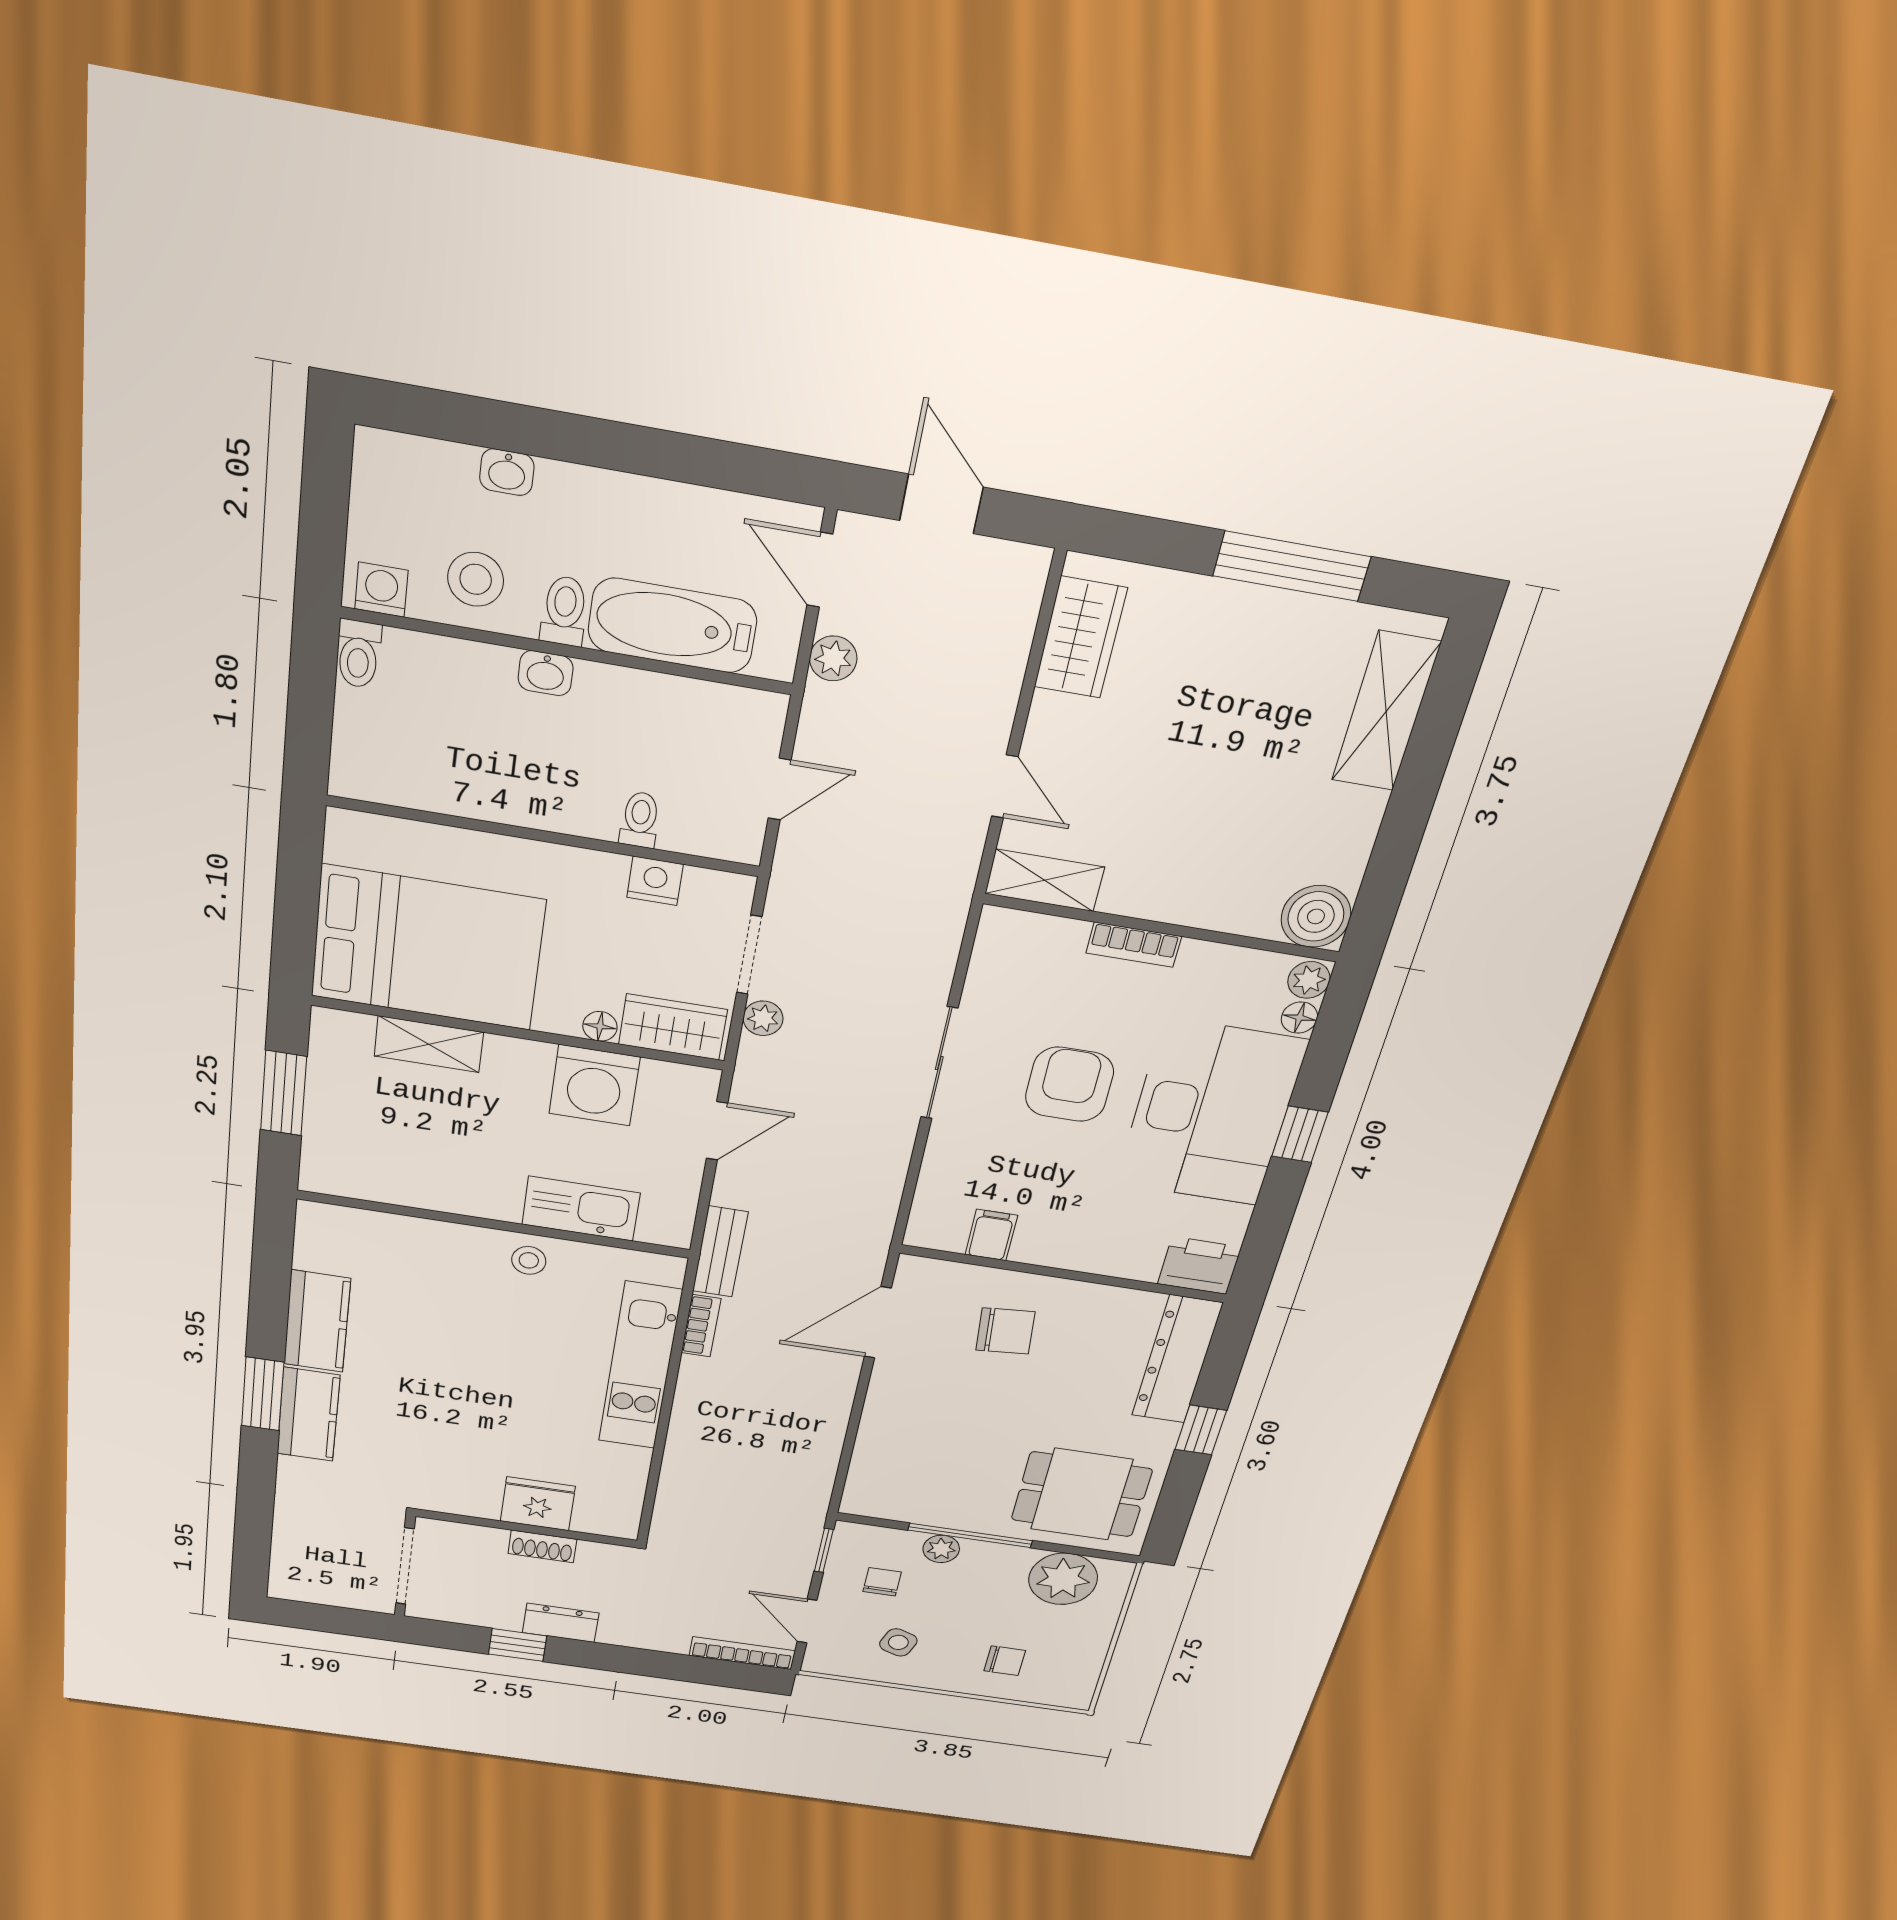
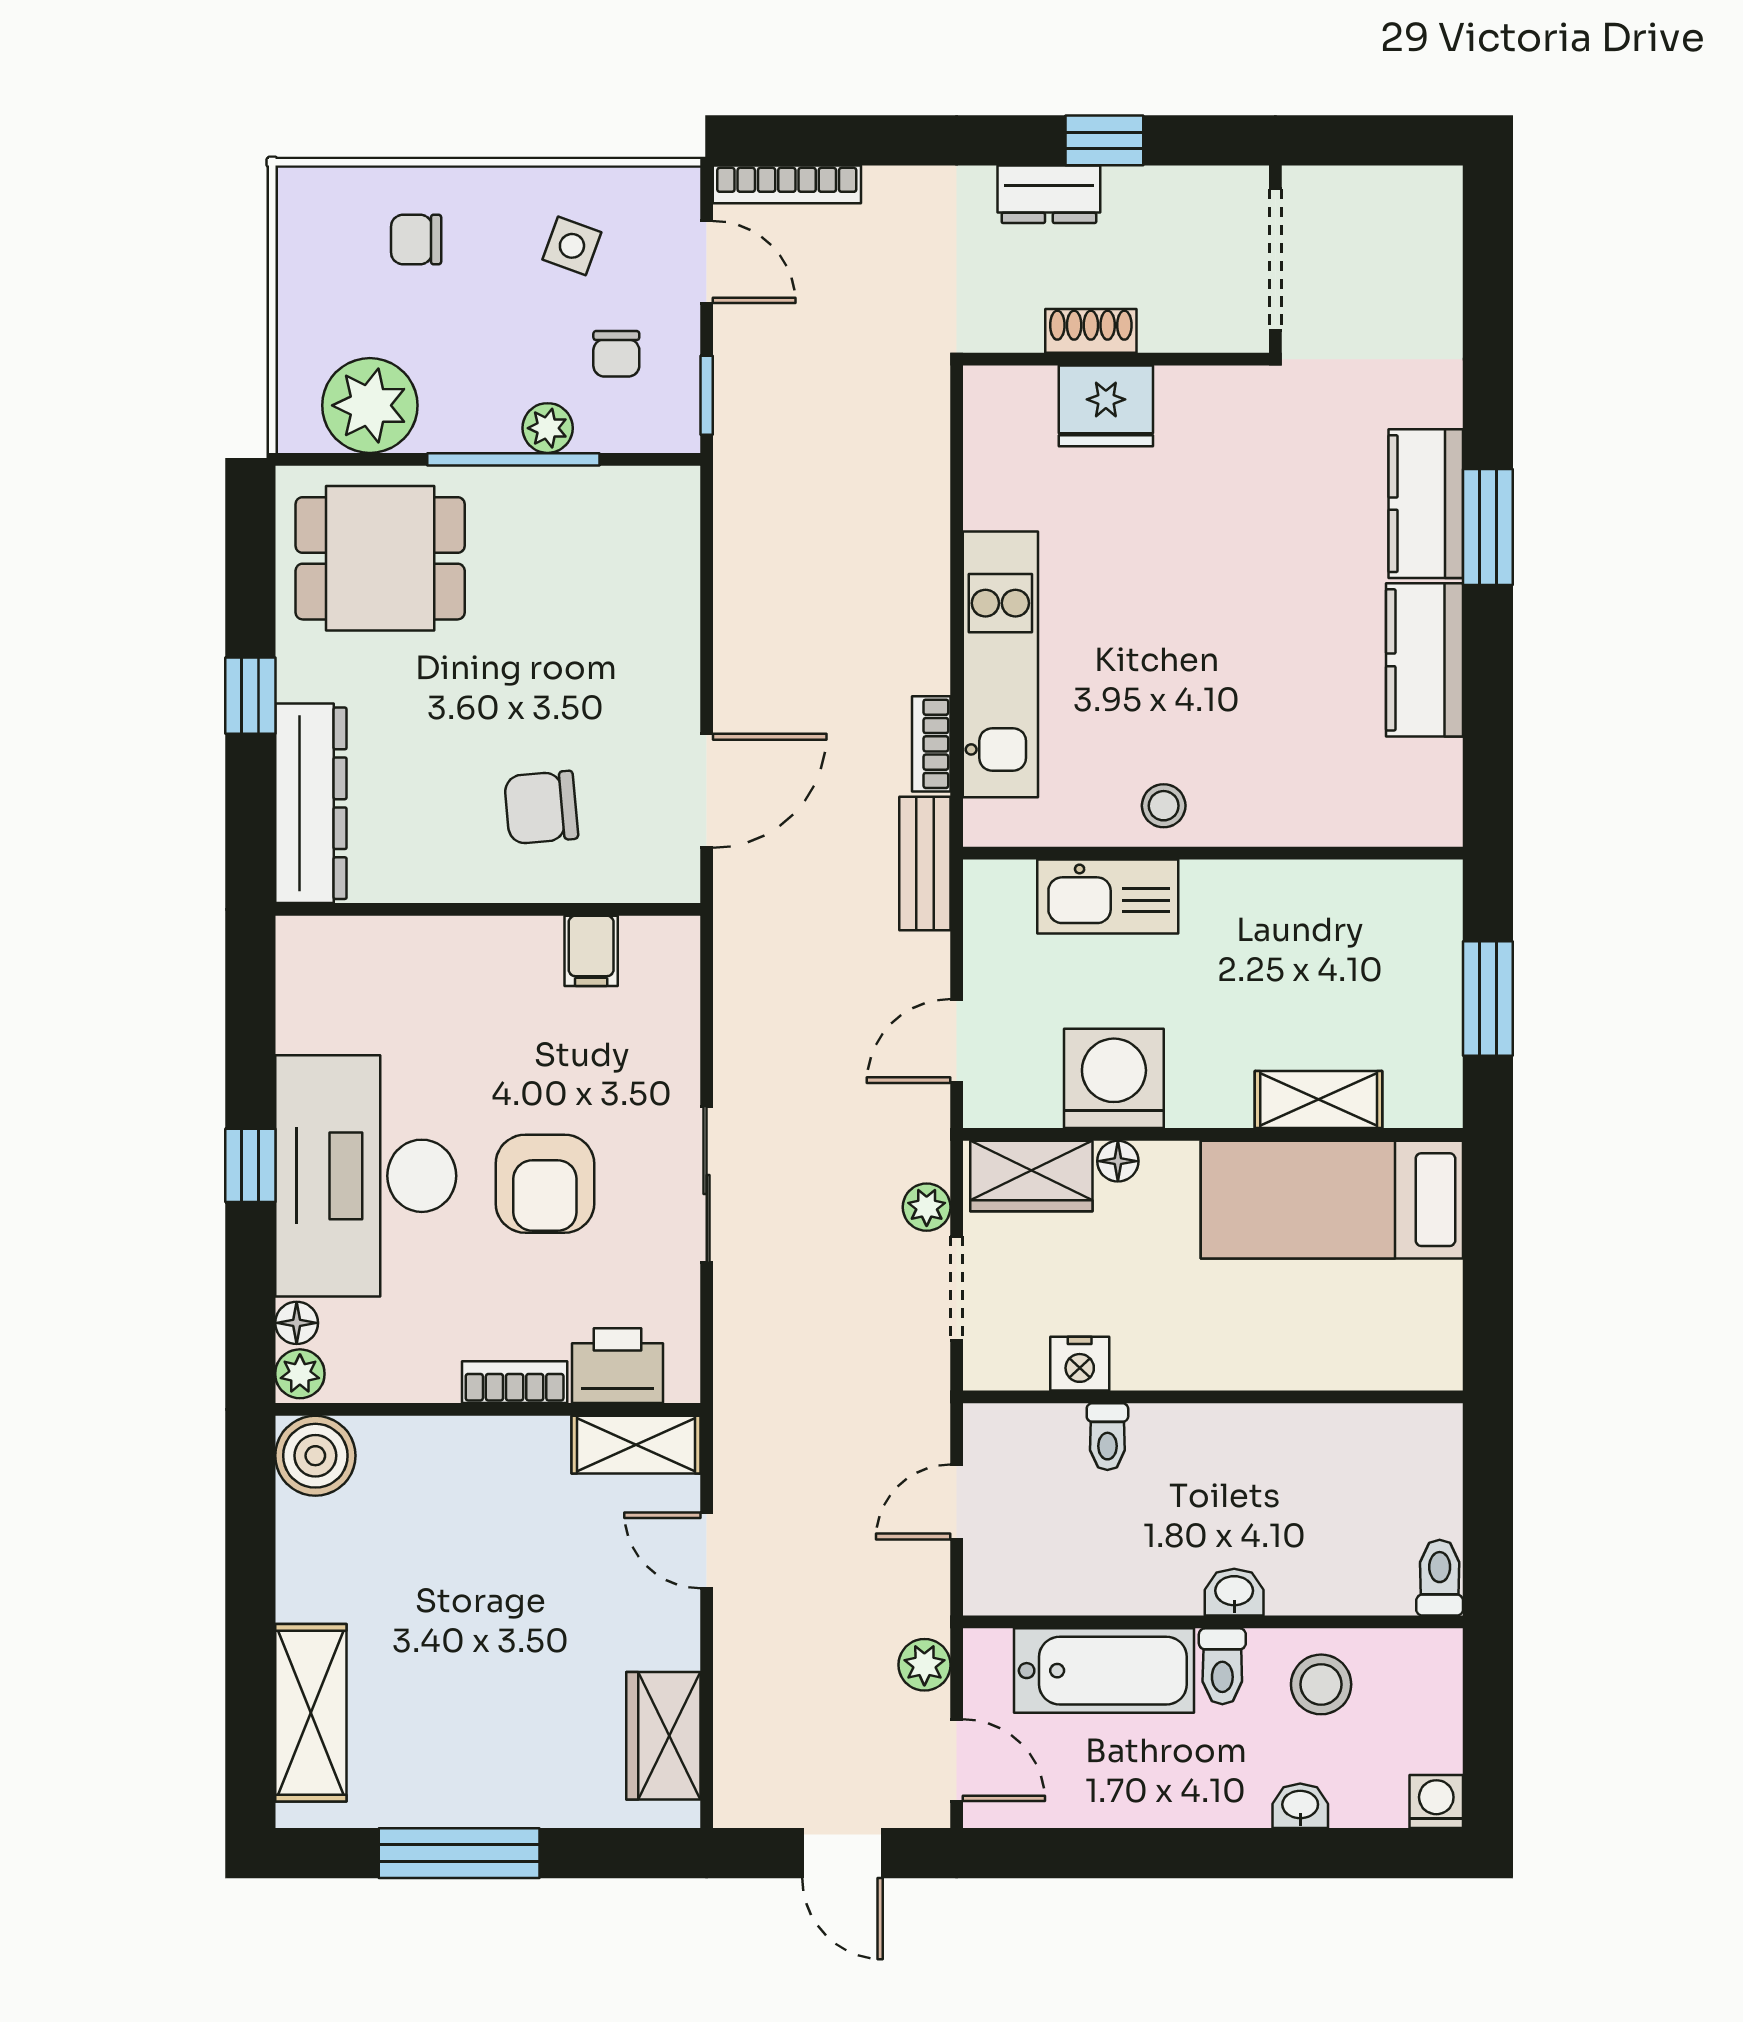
washing machine: (381, 590) -> (1436, 1801), moved, turned 180
bed: (428, 948) -> (1332, 1200), width x0.67
printer: (1199, 1266) -> (617, 1366), moved, turned 180

